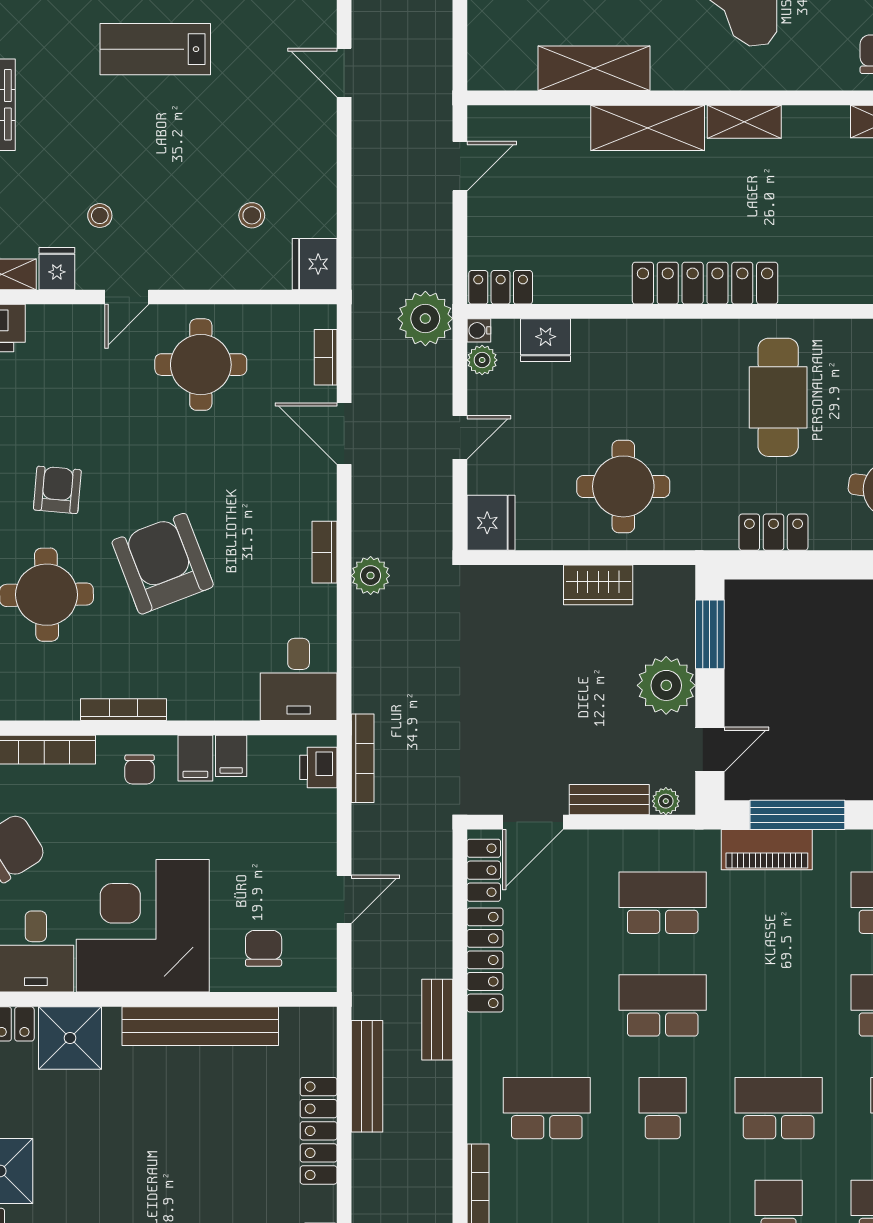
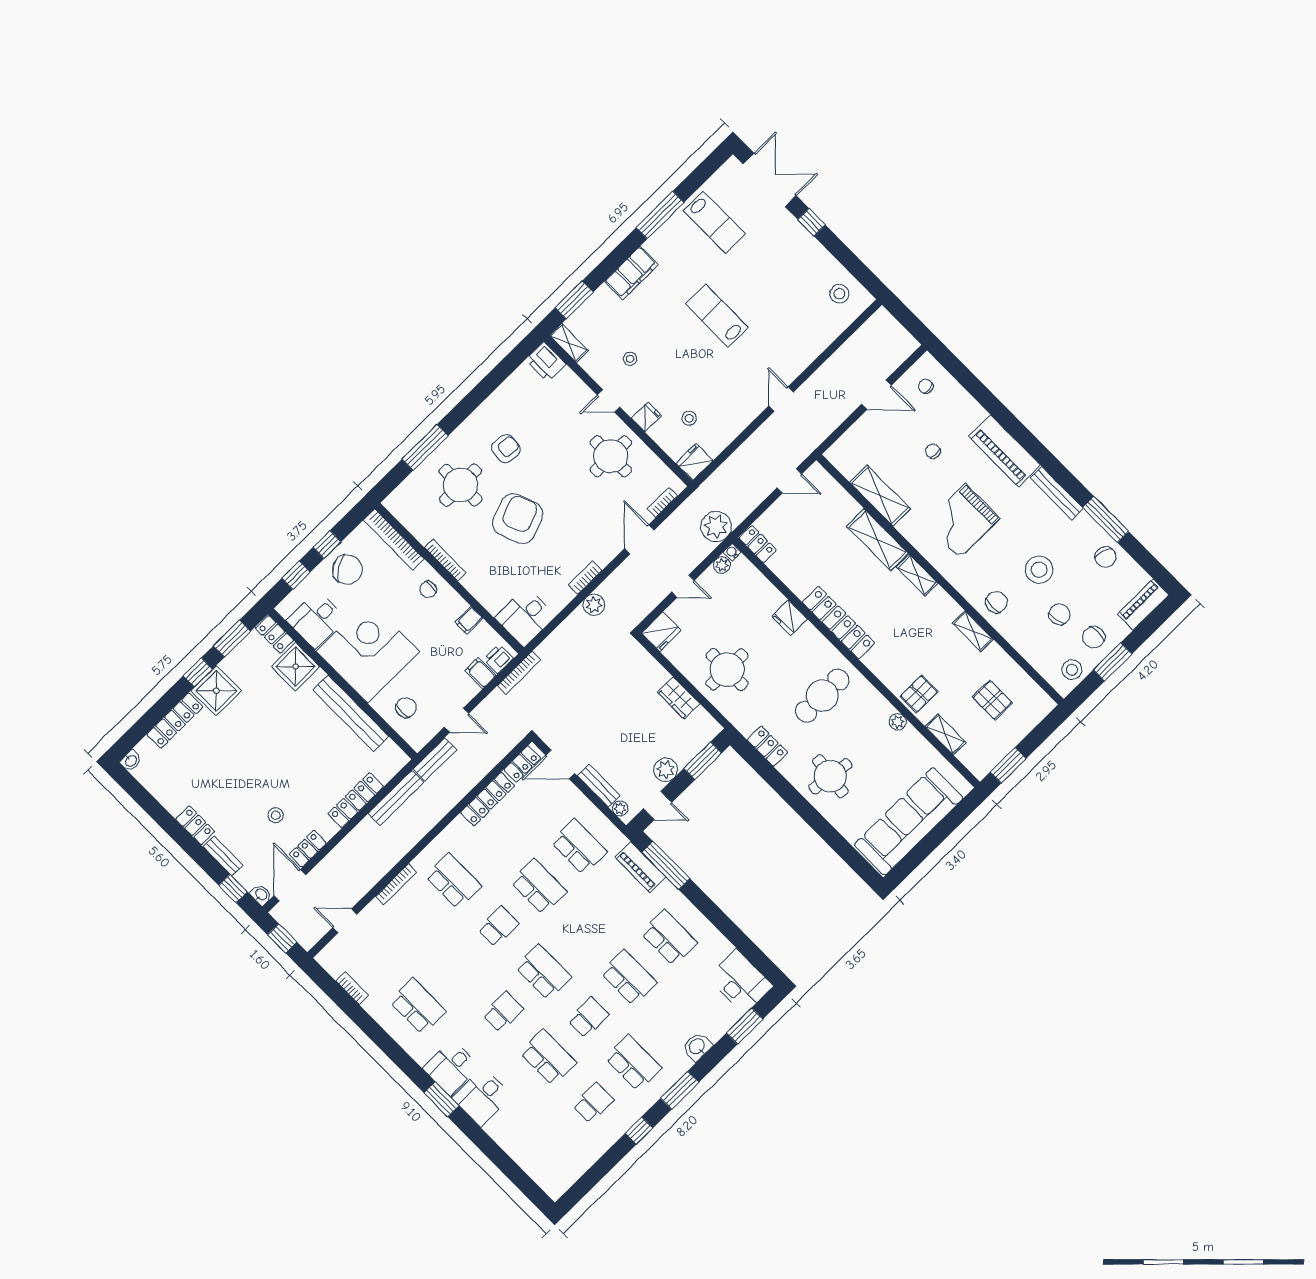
fridge: (57, 269) -> (646, 417), moved
fridge: (546, 340) -> (789, 618), moved
plant: (666, 685) -> (666, 770), width x0.73, depth x0.73
filing cabinet: (195, 758) -> (481, 673), moved, turned 90
bench: (437, 1020) -> (435, 759), moved

